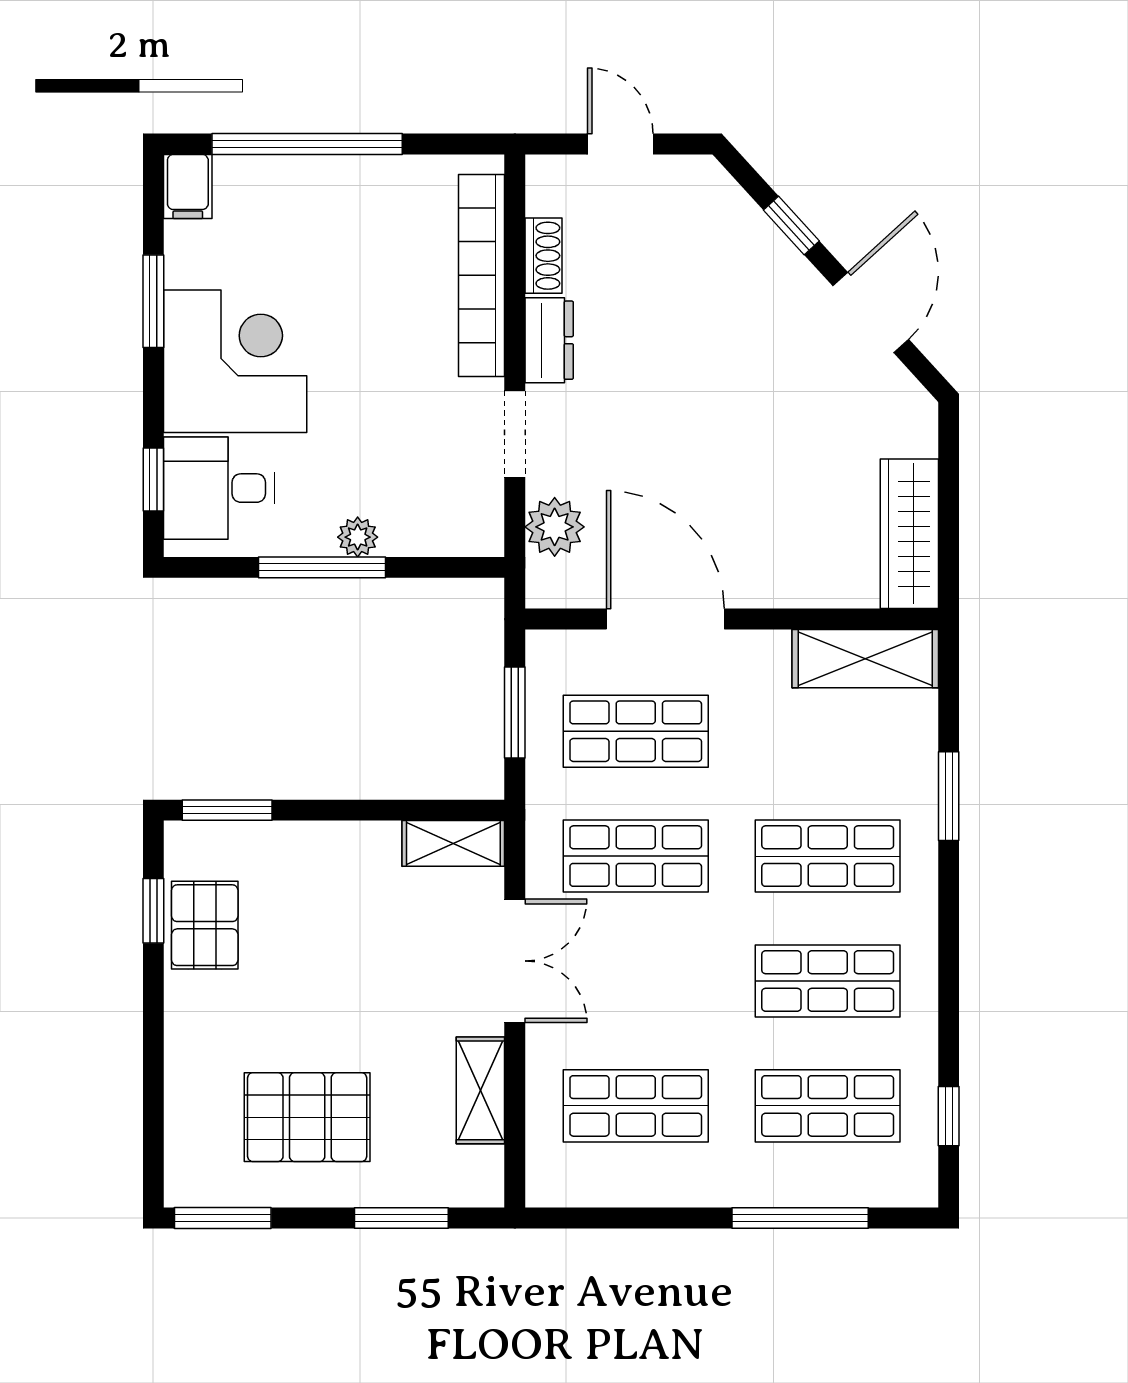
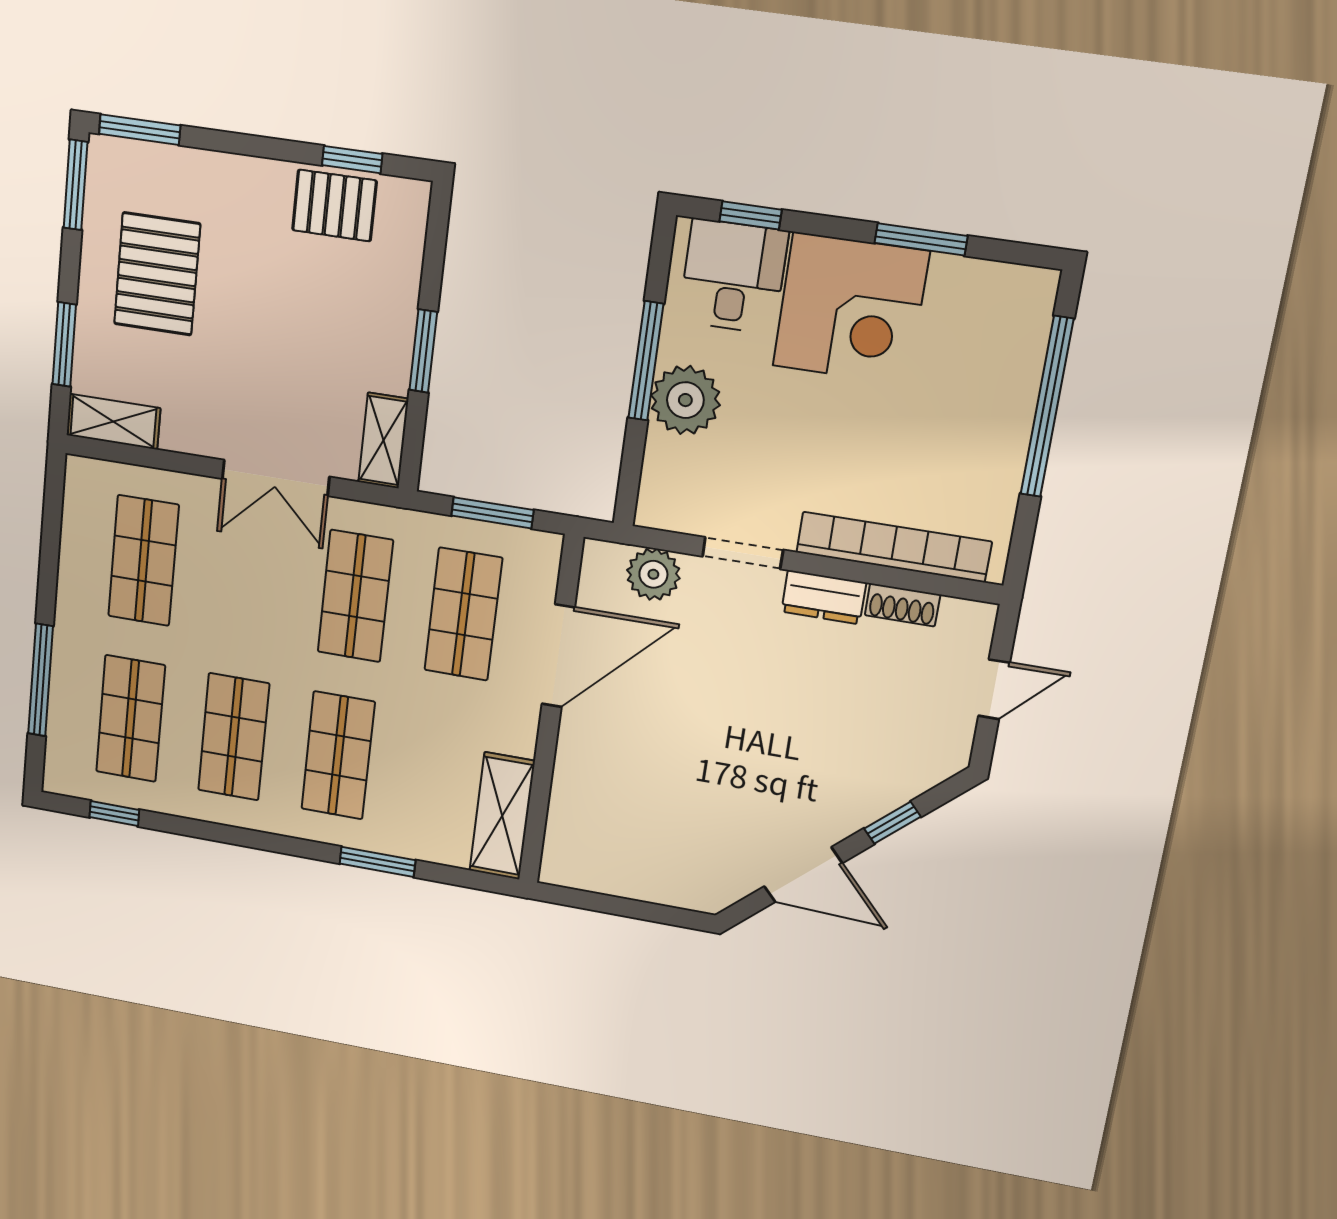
filing cabinet: (188, 186) -> (1027, 288), removed
wardrobe: (909, 534) -> (605, 871), removed
plant: (358, 537) -> (685, 400), width x1.88, depth x1.88
window: (227, 810) -> (423, 351), moved
shelving: (480, 1090) -> (113, 422), moved
window: (153, 1150) -> (140, 130), added

